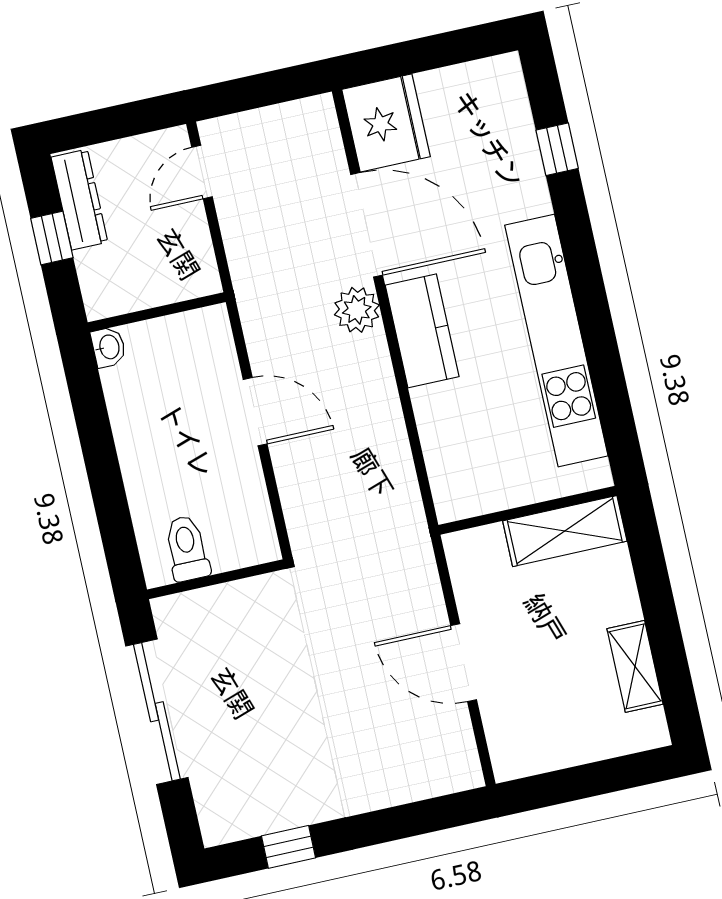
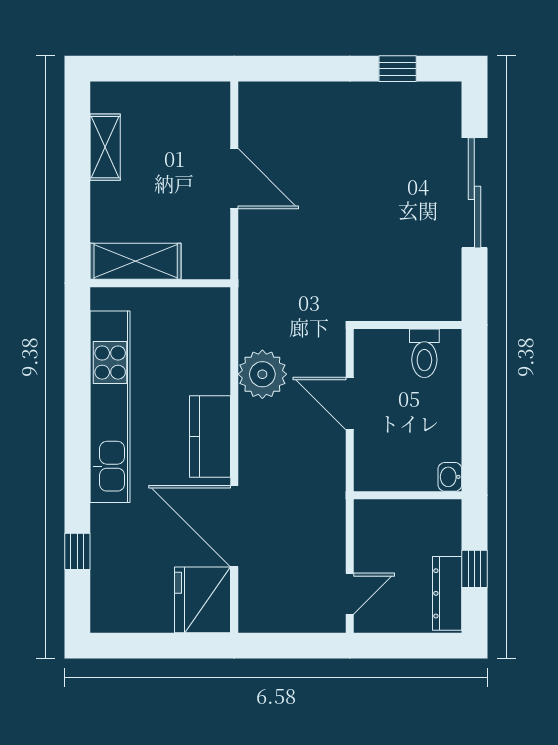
plant: (357, 310) -> (262, 374), moved, width x1.36, depth x1.36
toilet: (187, 548) -> (424, 353), moved
wall: (216, 579) -> (408, 325), moved

